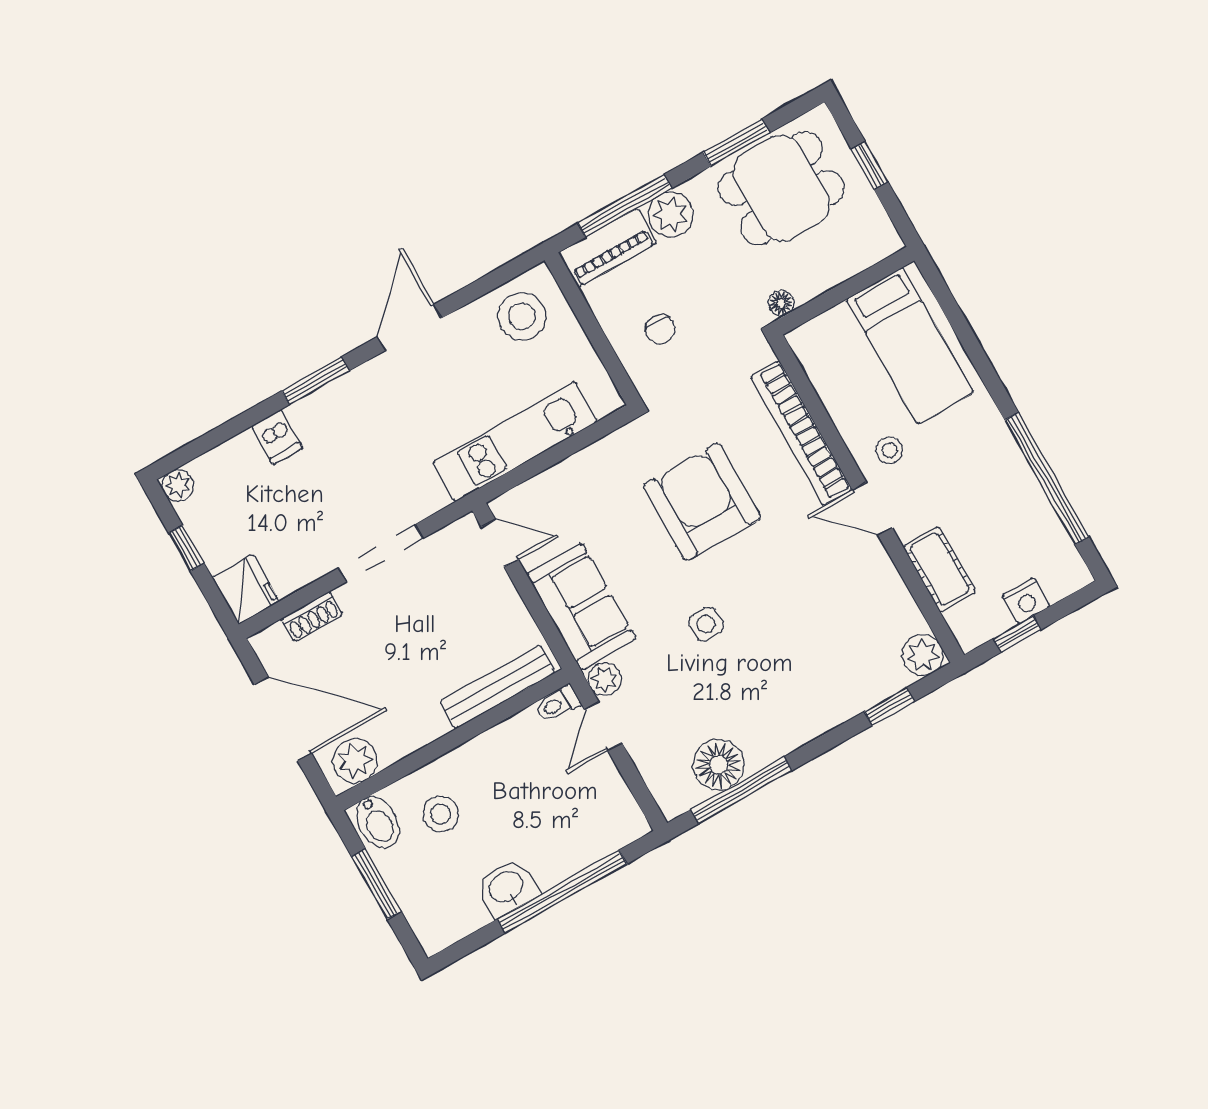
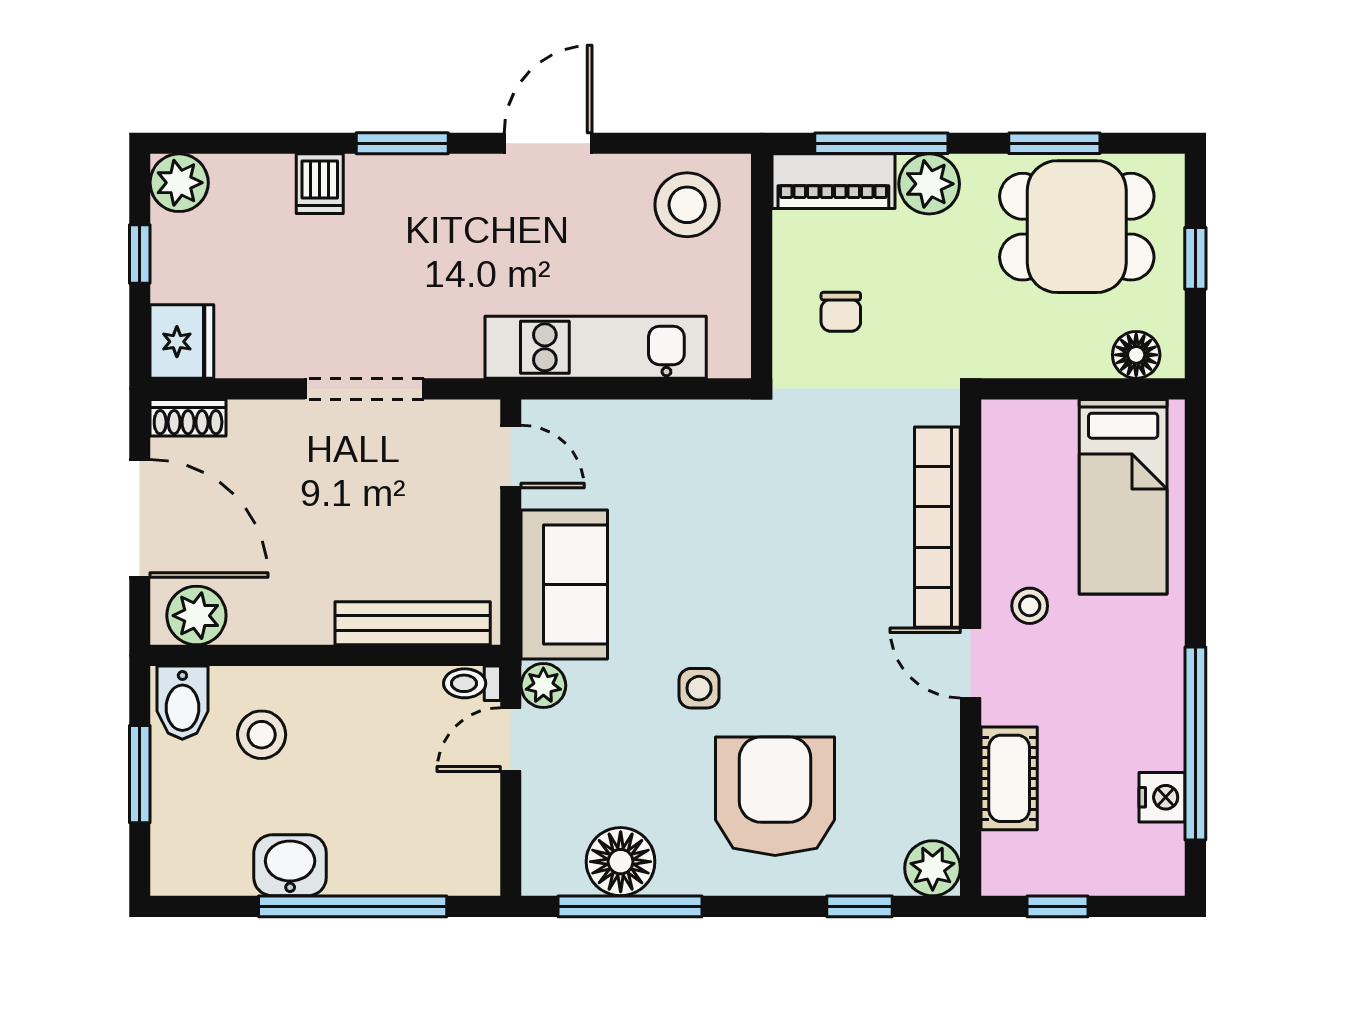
floor lamp: (781, 303) -> (1136, 355), moved, width x1.37, depth x1.37
plant: (178, 486) -> (179, 183), width x1.38, depth x1.38
armchair: (702, 502) -> (775, 796), moved
nightstand: (1026, 601) -> (1162, 797), moved, turned -90
shoe rack: (312, 617) -> (188, 418), moved

